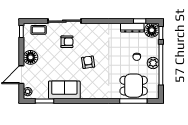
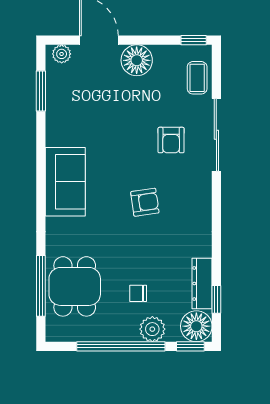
armchair: (88, 62) -> (145, 202), moved
plant: (153, 63) -> (152, 329), moved
sofa: (64, 90) -> (65, 182), moved

